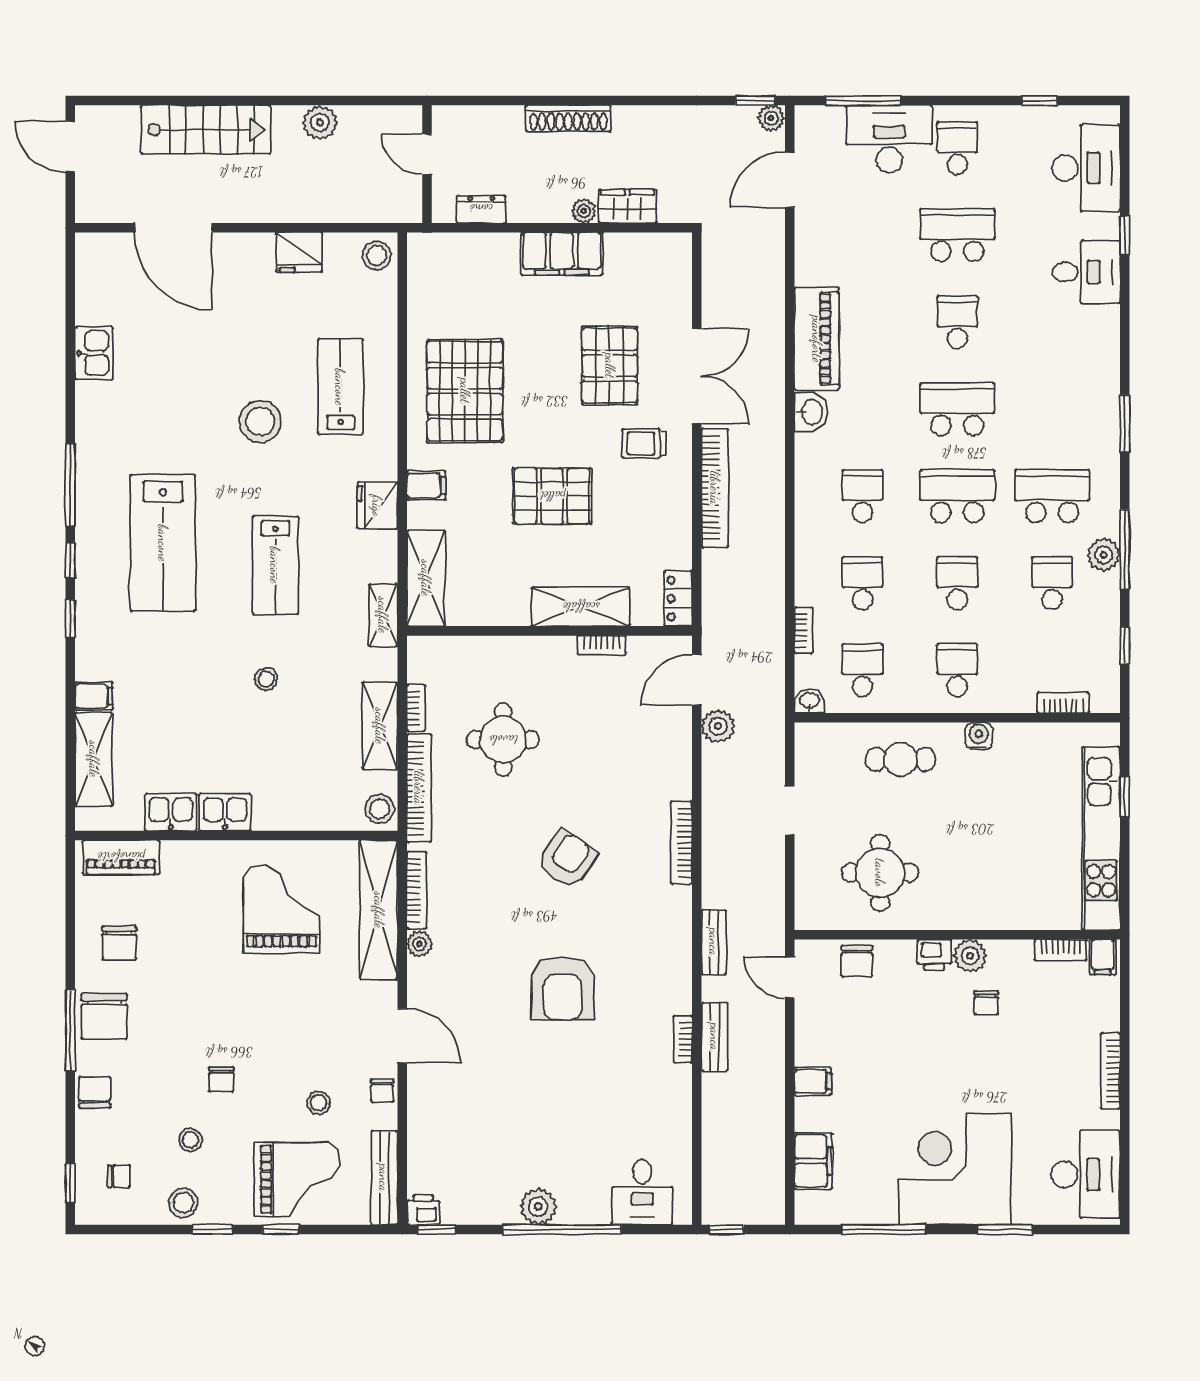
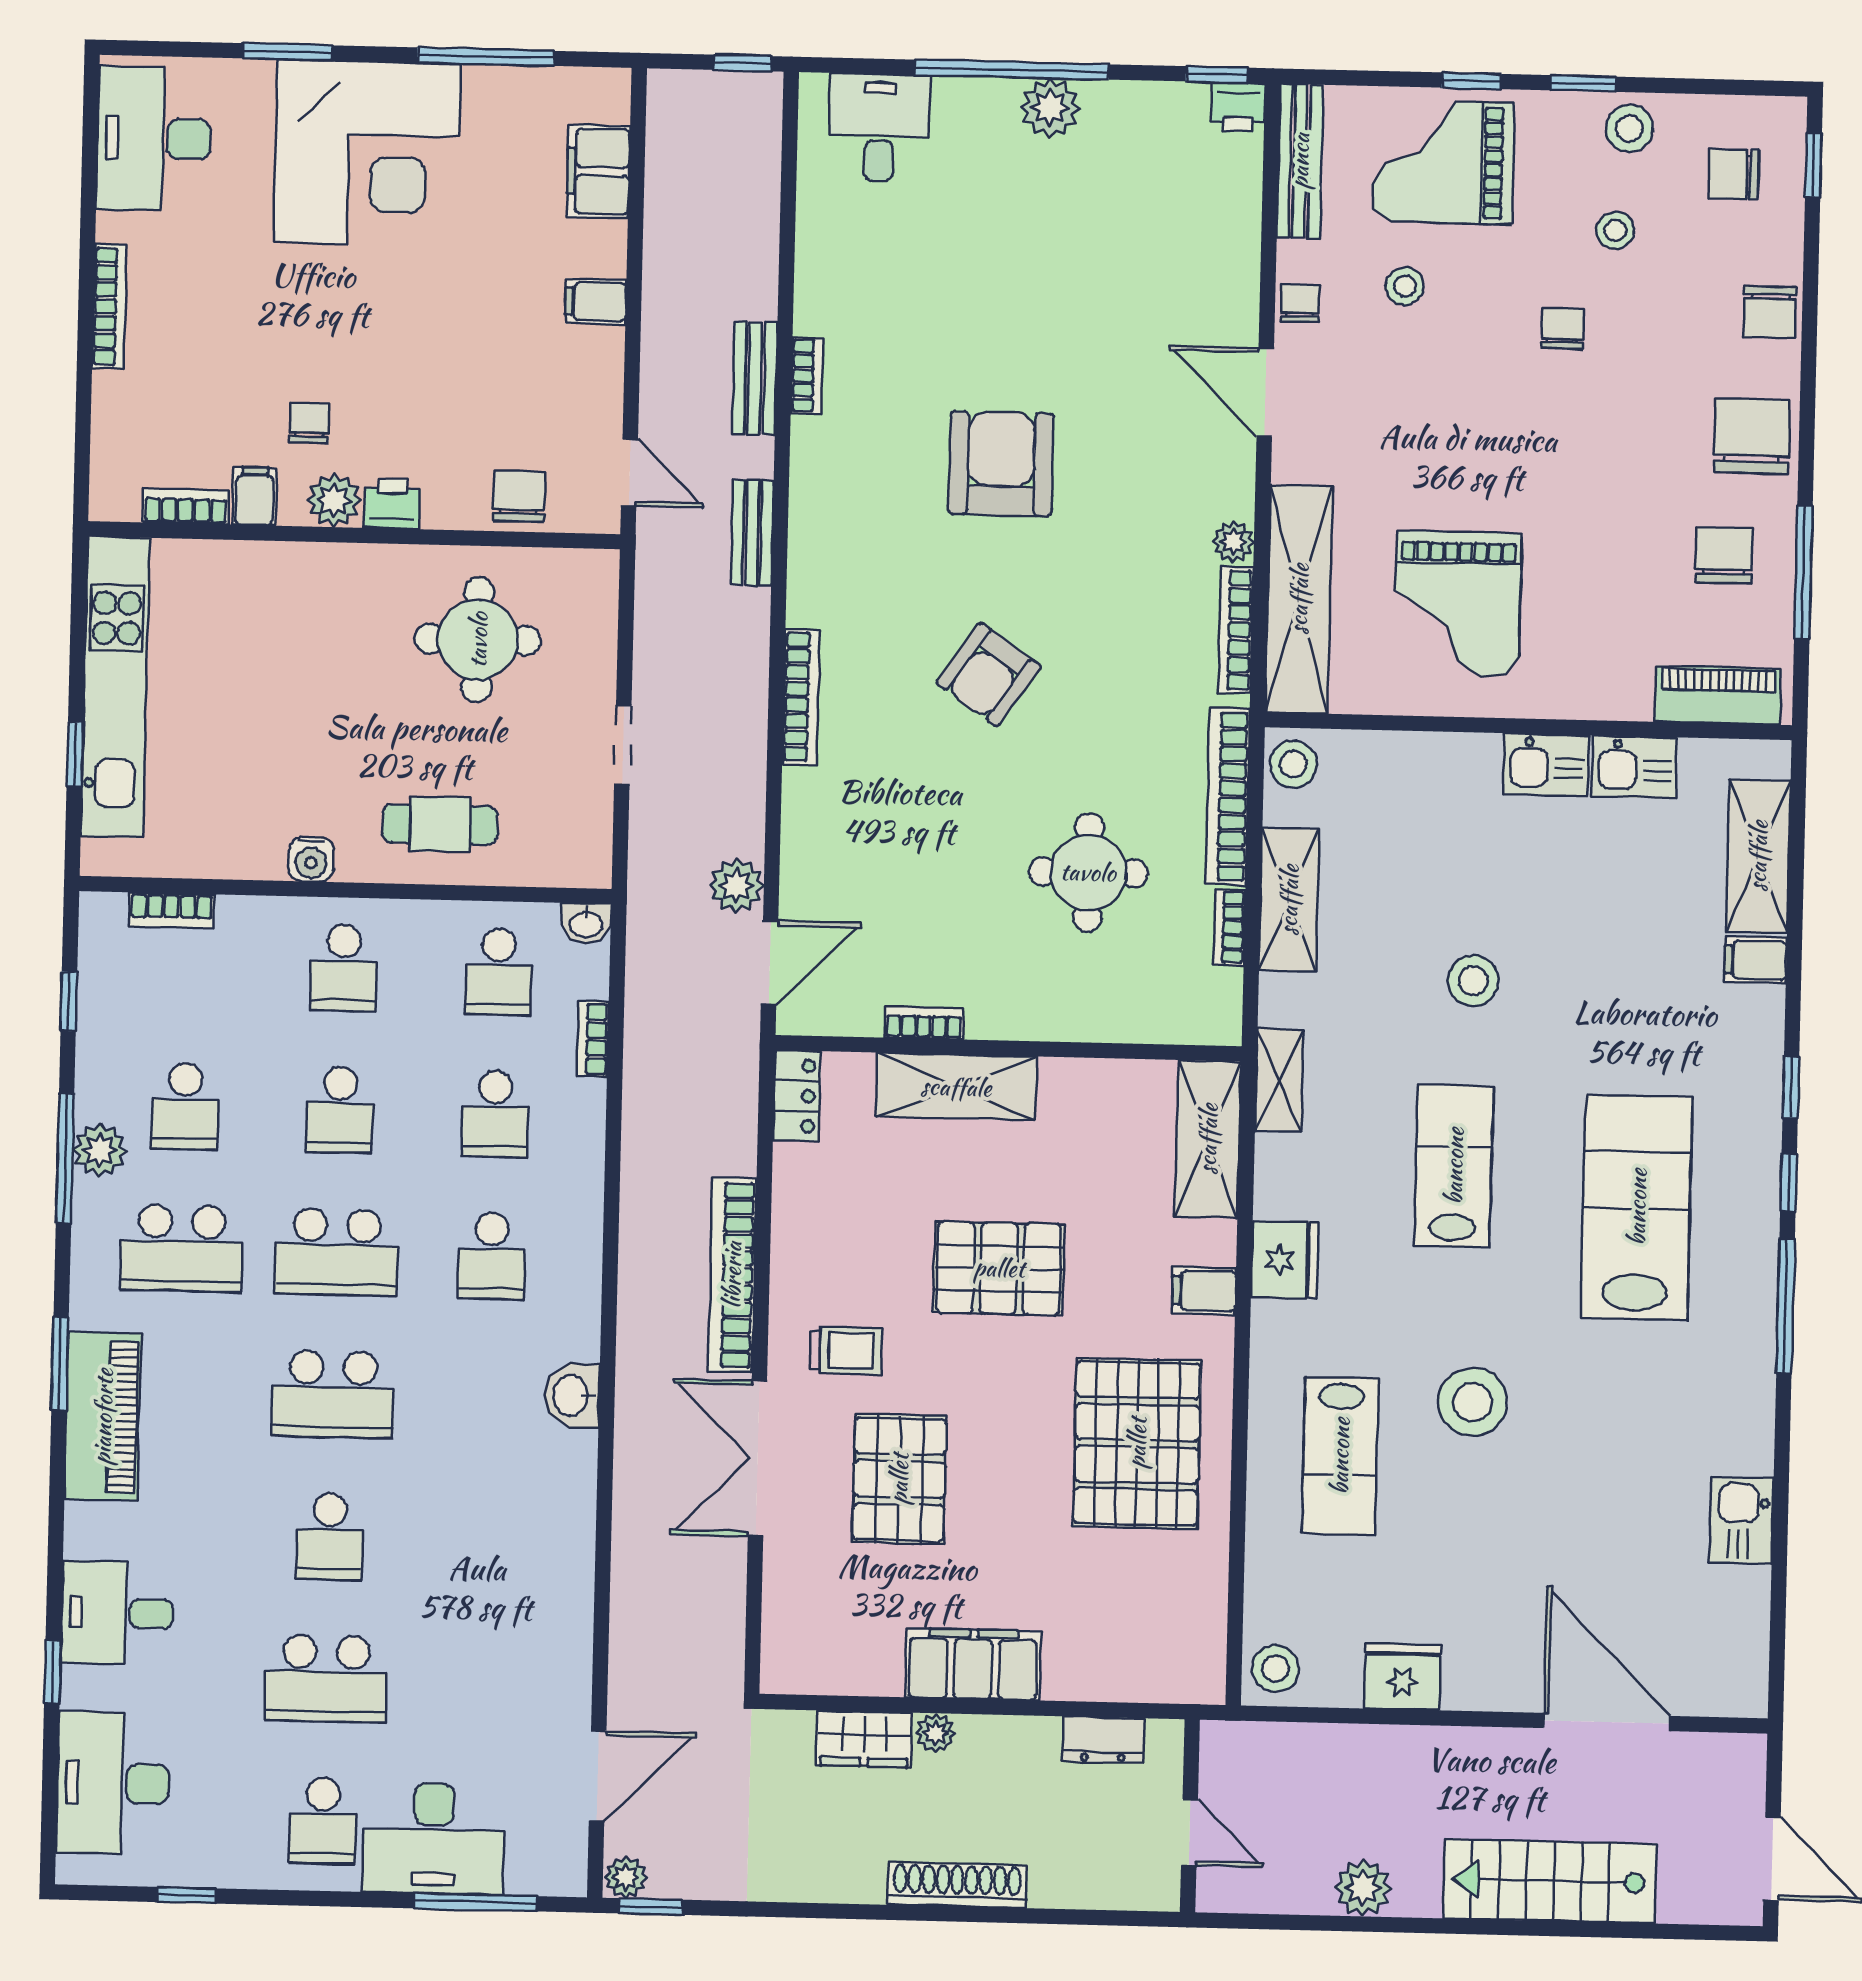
piano: (817, 339) -> (103, 1417), moved, turned 180
stool: (266, 679) -> (1473, 981), width x1.37, depth x1.37
filing cabinet: (1103, 957) -> (255, 496), moved
window: (70, 1030) -> (1803, 572), moved
chair: (119, 1176) -> (1734, 174), width x1.37, depth x1.37

